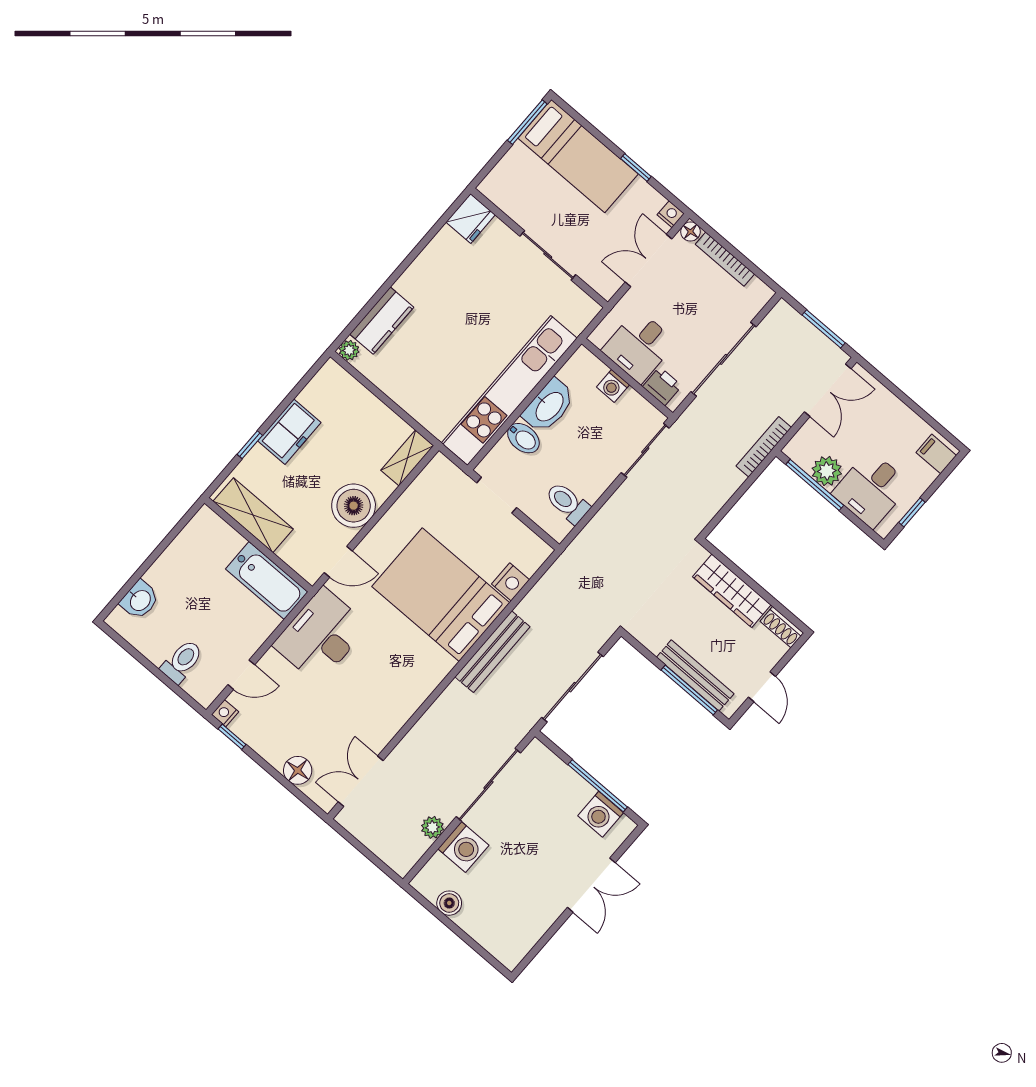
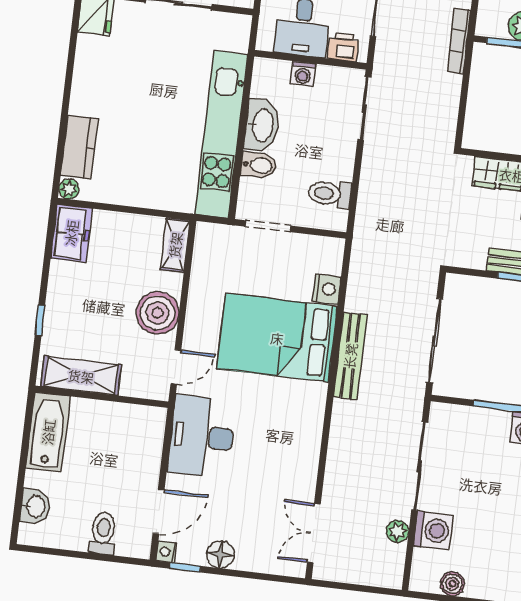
freezer: (289, 432) -> (71, 233), moved
bathtub: (267, 580) -> (48, 432), moved, turned -90
door: (241, 675) -> (159, 512), width x1.38
floor lamp: (298, 770) -> (220, 554), moved

